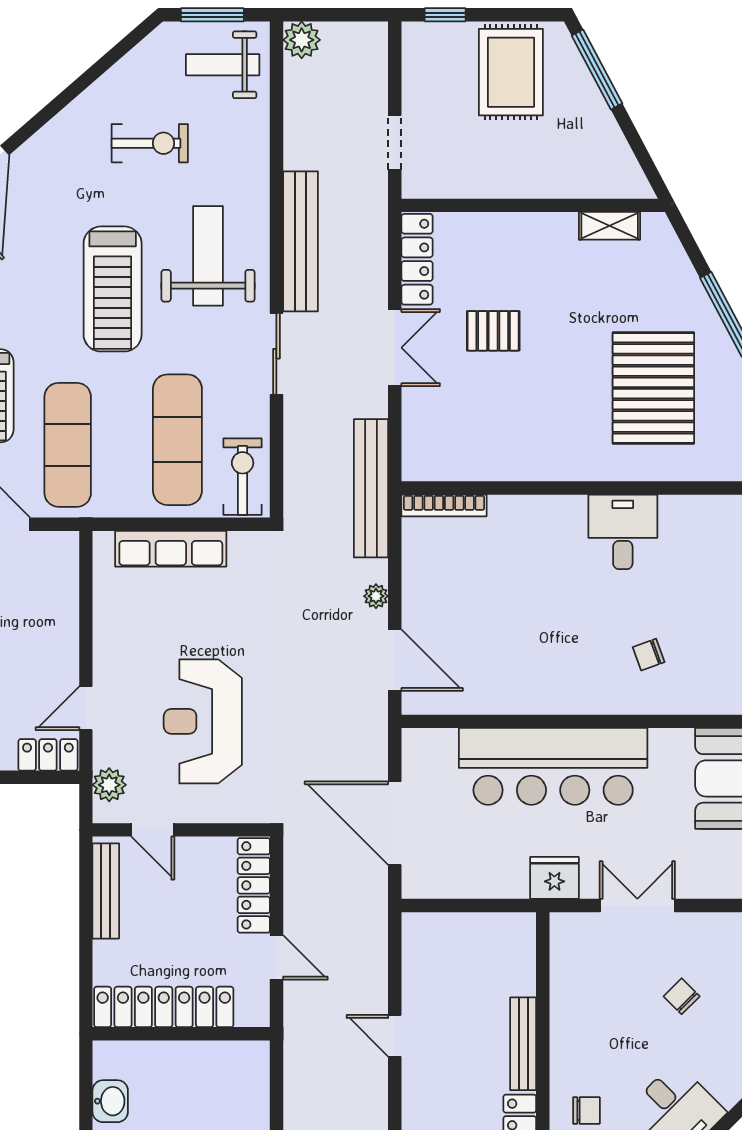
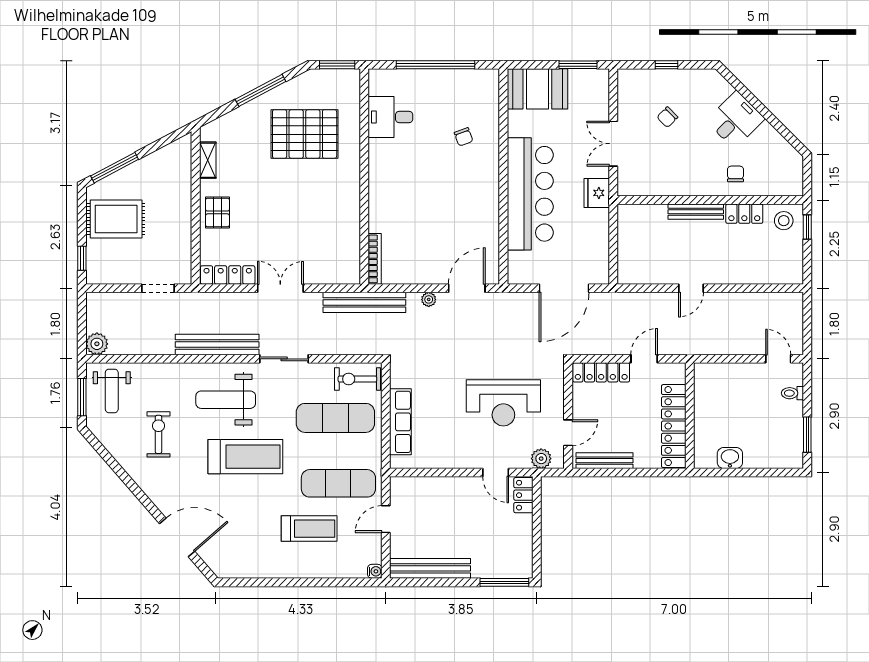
pallet: (493, 331) -> (217, 212), moved
desk: (623, 532) -> (390, 117), moved

